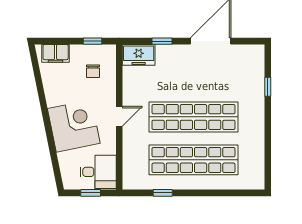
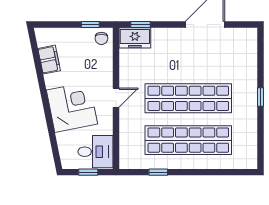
window: (162, 41) -> (140, 25), moved
filing cabinet: (56, 53) -> (49, 60), moved, turned -101
chair: (93, 71) -> (101, 38), moved
window: (268, 87) -> (260, 97), moved

